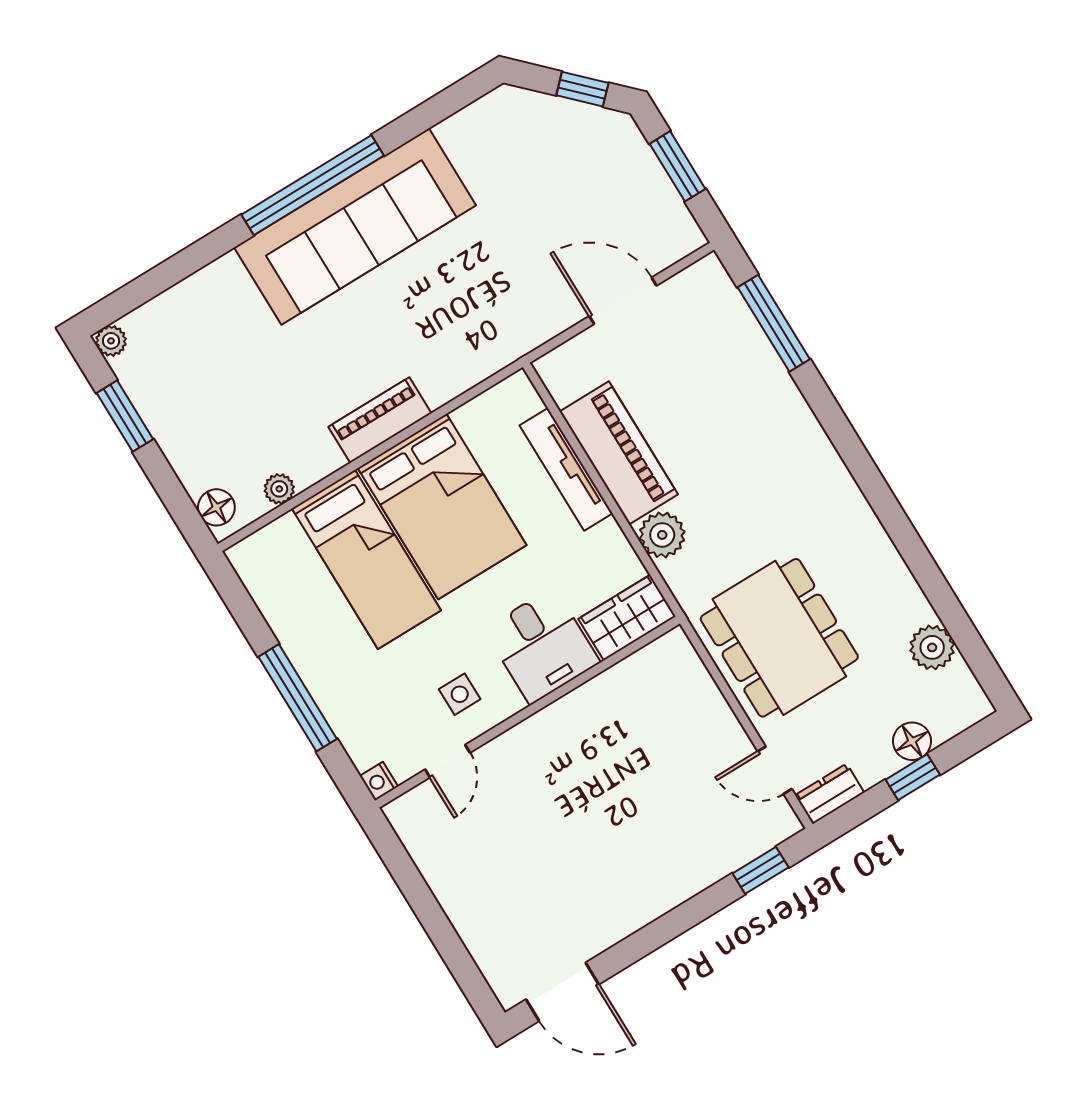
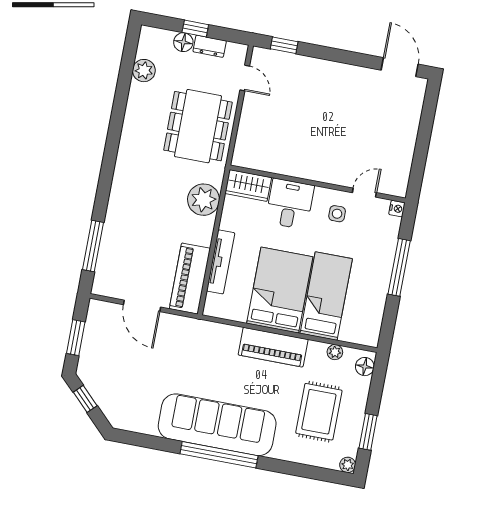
rug: (224, 380) -> (319, 412), added
piano: (380, 420) -> (273, 347), width x1.37, depth x1.33
piano: (619, 453) -> (190, 279), moved
plant: (662, 535) -> (204, 200), width x1.36, depth x1.36
dresser: (830, 794) -> (210, 46), moved

